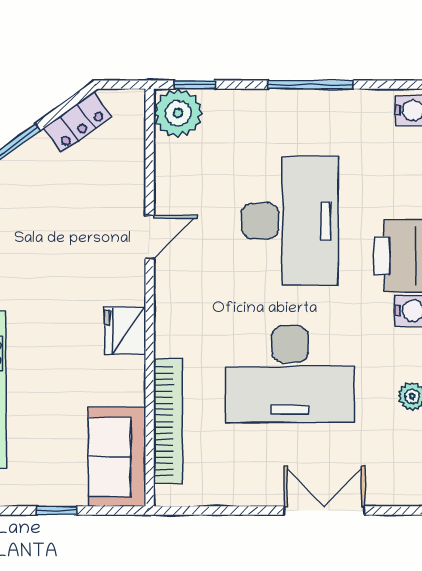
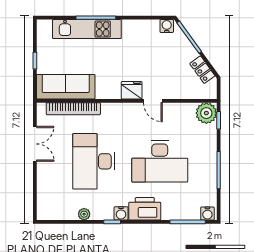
fridge: (125, 330) -> (132, 90), moved
sofa: (117, 457) -> (66, 87), width x1.36
double door: (324, 510) -> (35, 144), moved

